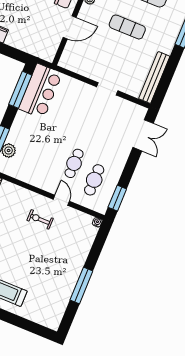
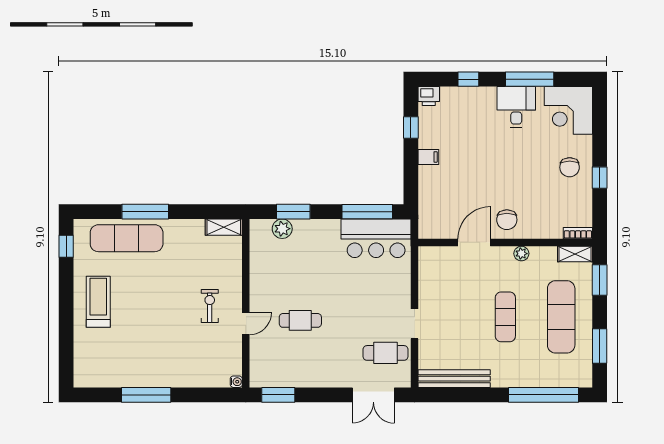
door: (70, 27) -> (474, 242), swing flipped
cafe table: (94, 180) -> (386, 353), moved

